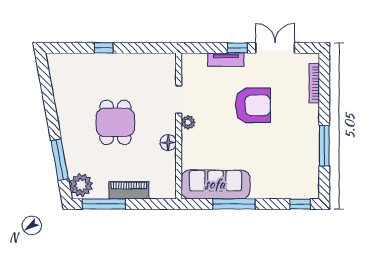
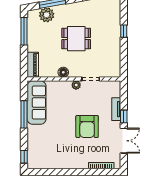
window: (324, 146) -> (61, 172), removed
plant: (81, 185) -> (47, 15), moved
piano: (129, 190) -> (33, 65), moved

